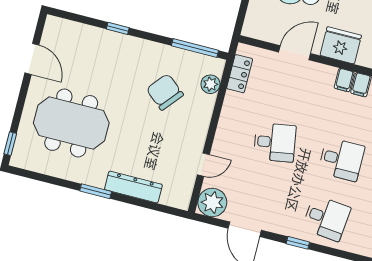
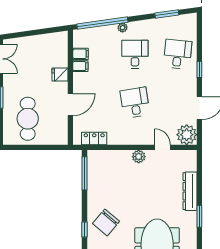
fridge: (341, 45) -> (60, 74), width x0.53, depth x0.75
door: (295, 53) -> (70, 105), swing flipped
plant: (210, 84) -> (139, 157), moved
chair: (165, 92) -> (106, 222), moved

